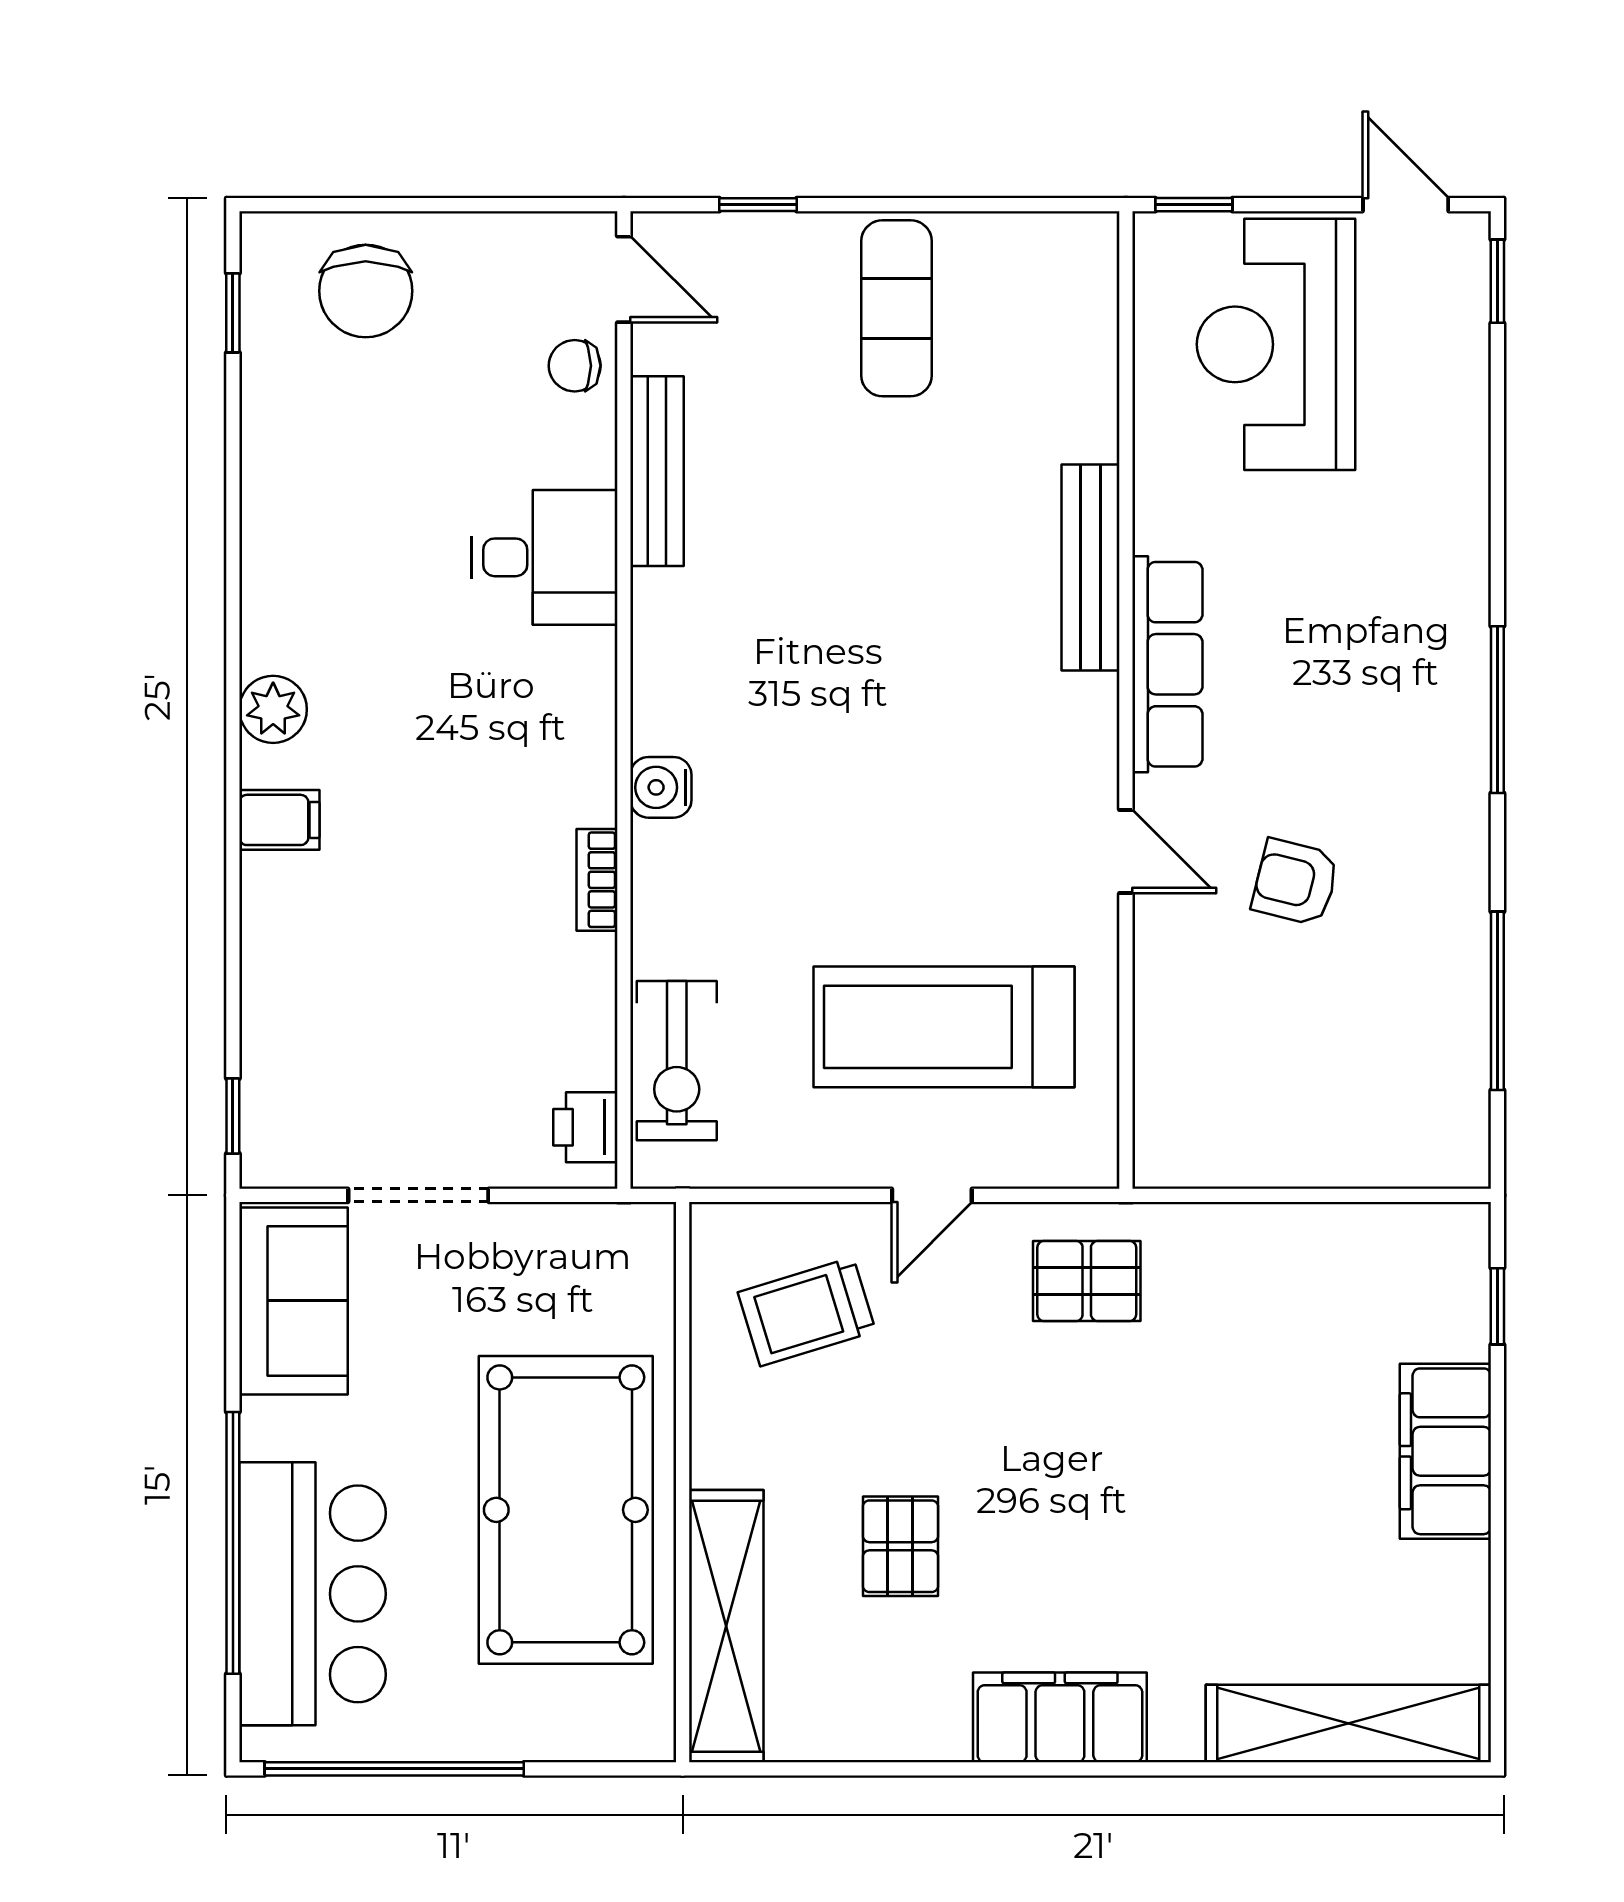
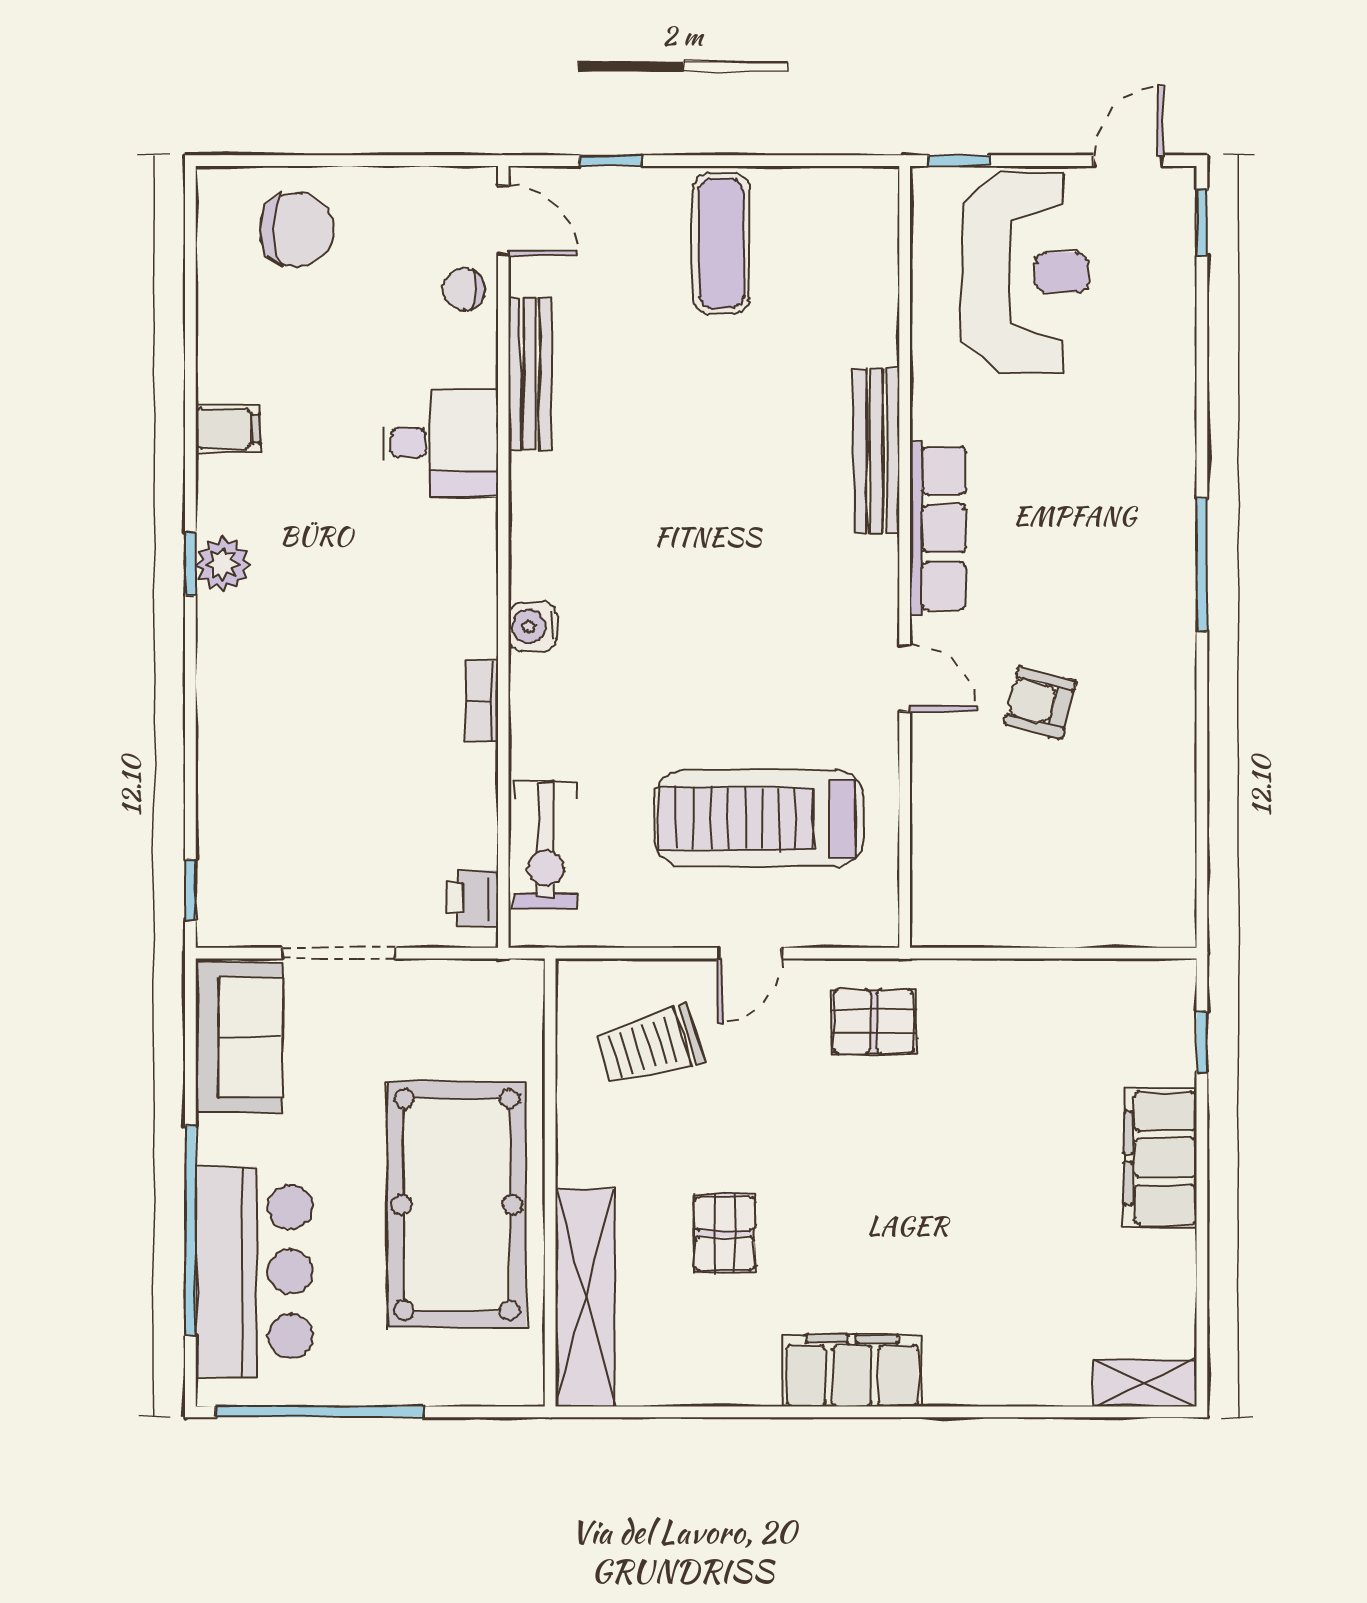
door: (1406, 205) -> (1129, 161), hinge flipped
chair: (366, 291) -> (297, 230), turned -90
window: (233, 313) -> (190, 564), moved
reception desk: (1276, 344) -> (1025, 272), turned 180
filing cabinet: (279, 820) -> (228, 429), moved
window: (1497, 1001) -> (1202, 798), removed
shelving: (1348, 1724) -> (1145, 1383), width x0.45, depth x0.75

